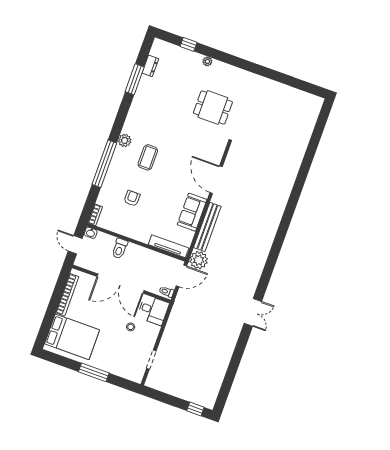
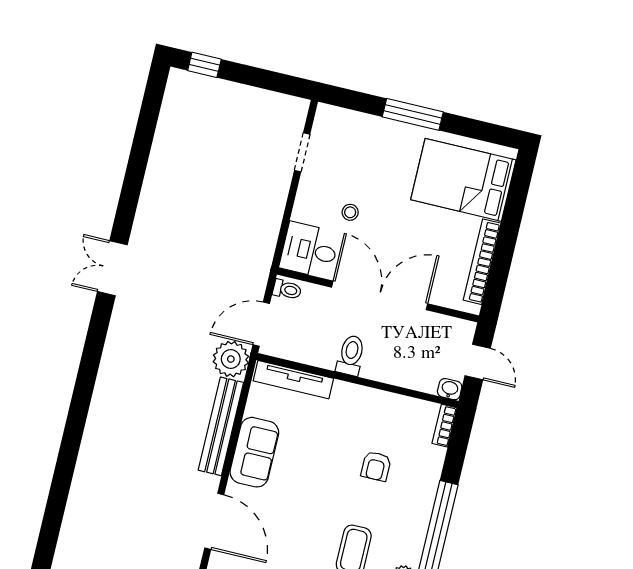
toilet: (120, 249) -> (351, 355), moved

